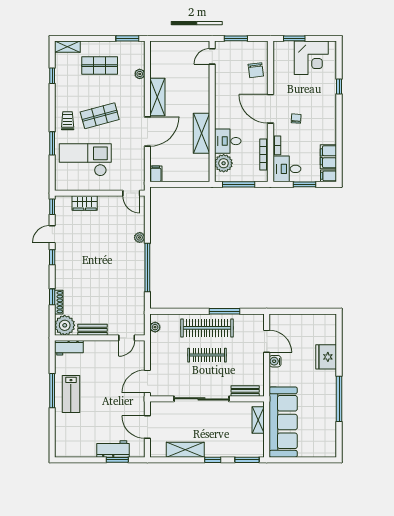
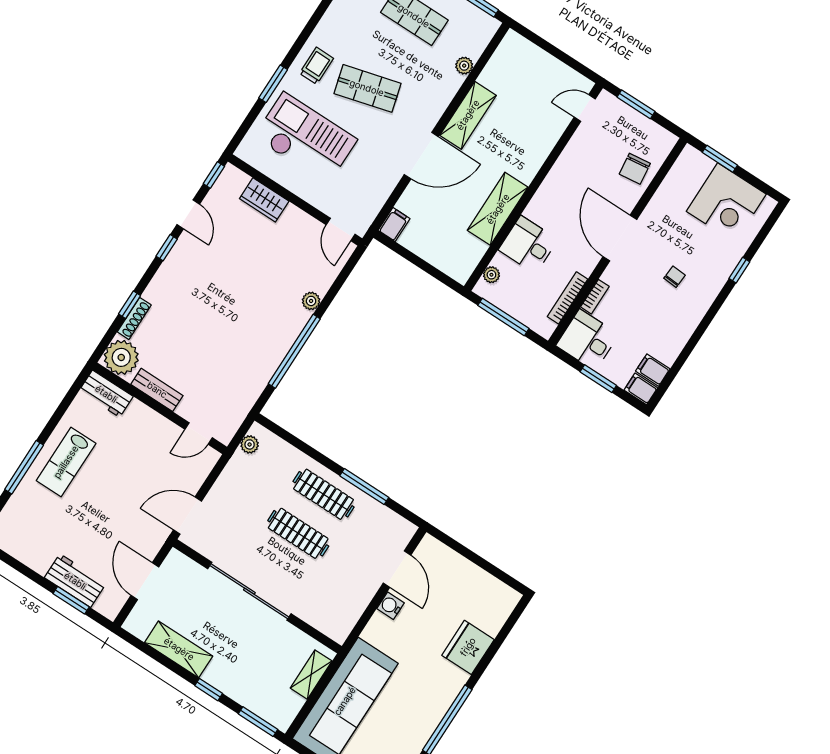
chair: (296, 119) -> (675, 277), moved
filing cabinet: (328, 157) -> (653, 370), width x0.50
plant: (224, 163) -> (491, 275), width x0.53, depth x0.53
door: (52, 234) -> (188, 214), swing flipped
clothes rail: (207, 328) -> (324, 494), width x0.73, depth x0.76
window: (52, 391) -> (24, 467), moved
bench: (245, 391) -> (319, 621), removed

